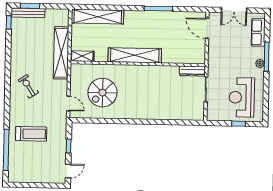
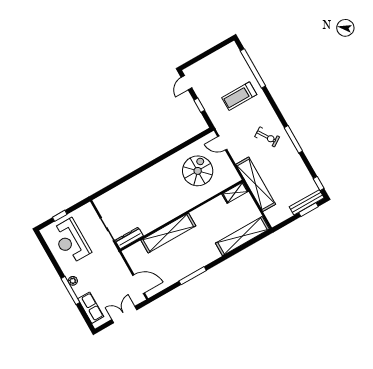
shelving: (135, 55) -> (168, 233), moved
window: (8, 71) -> (293, 139), added
reception desk: (242, 97) -> (71, 241), turned 180

